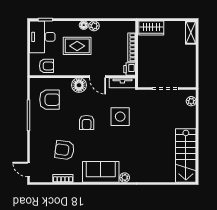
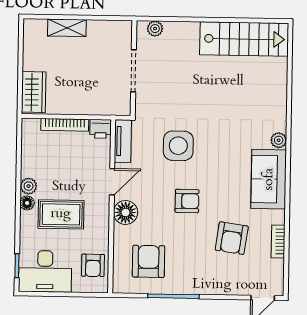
shelving: (191, 32) -> (67, 28), moved
rug: (77, 46) -> (61, 214), turned 90
armchair: (46, 66) -> (93, 265), turned 180

